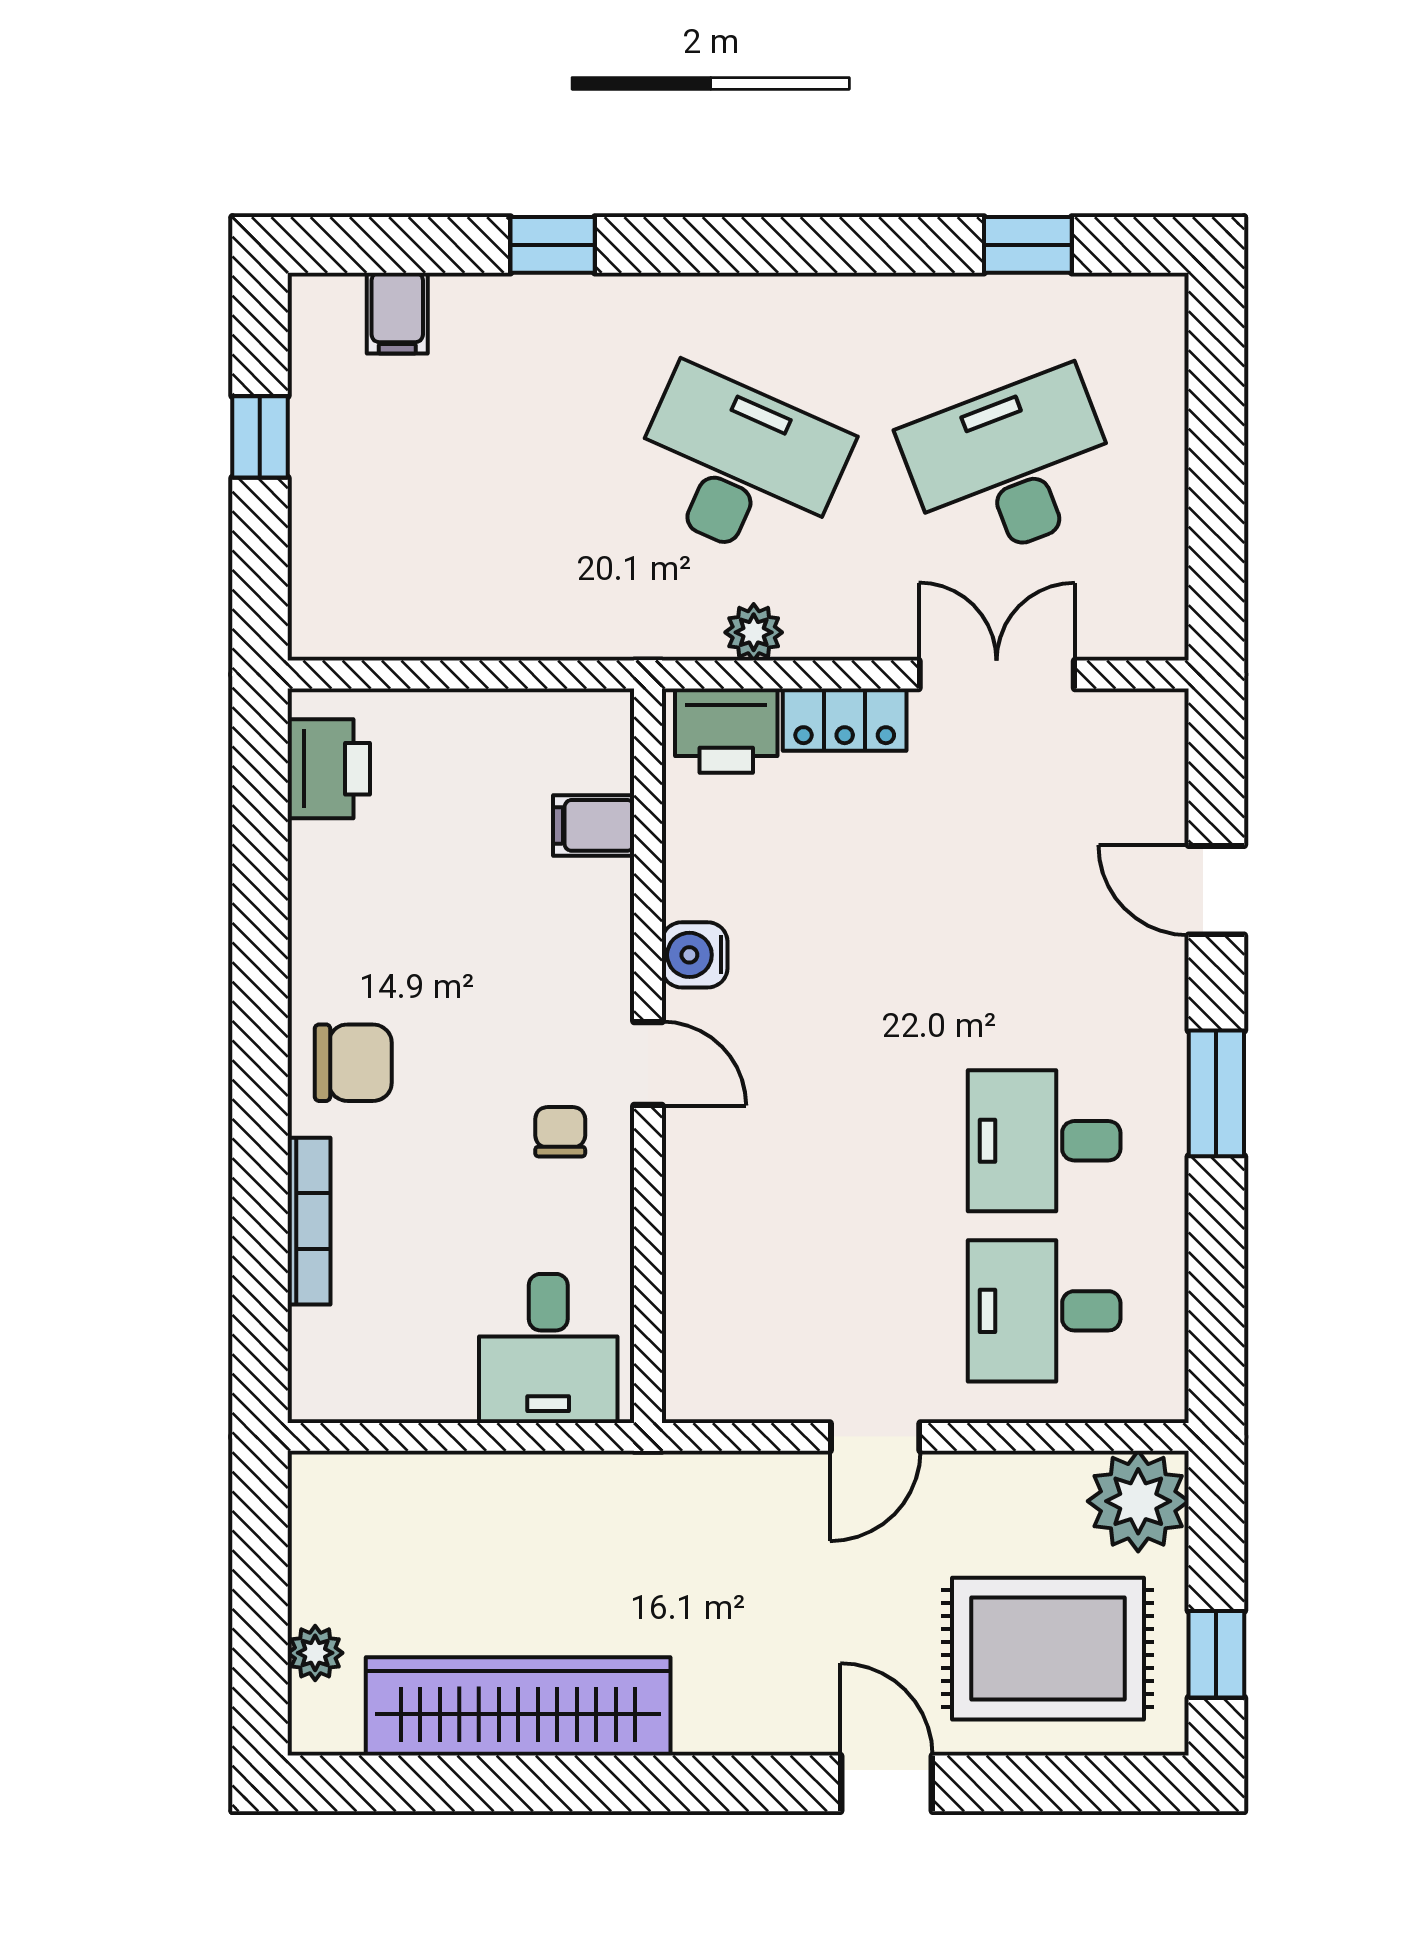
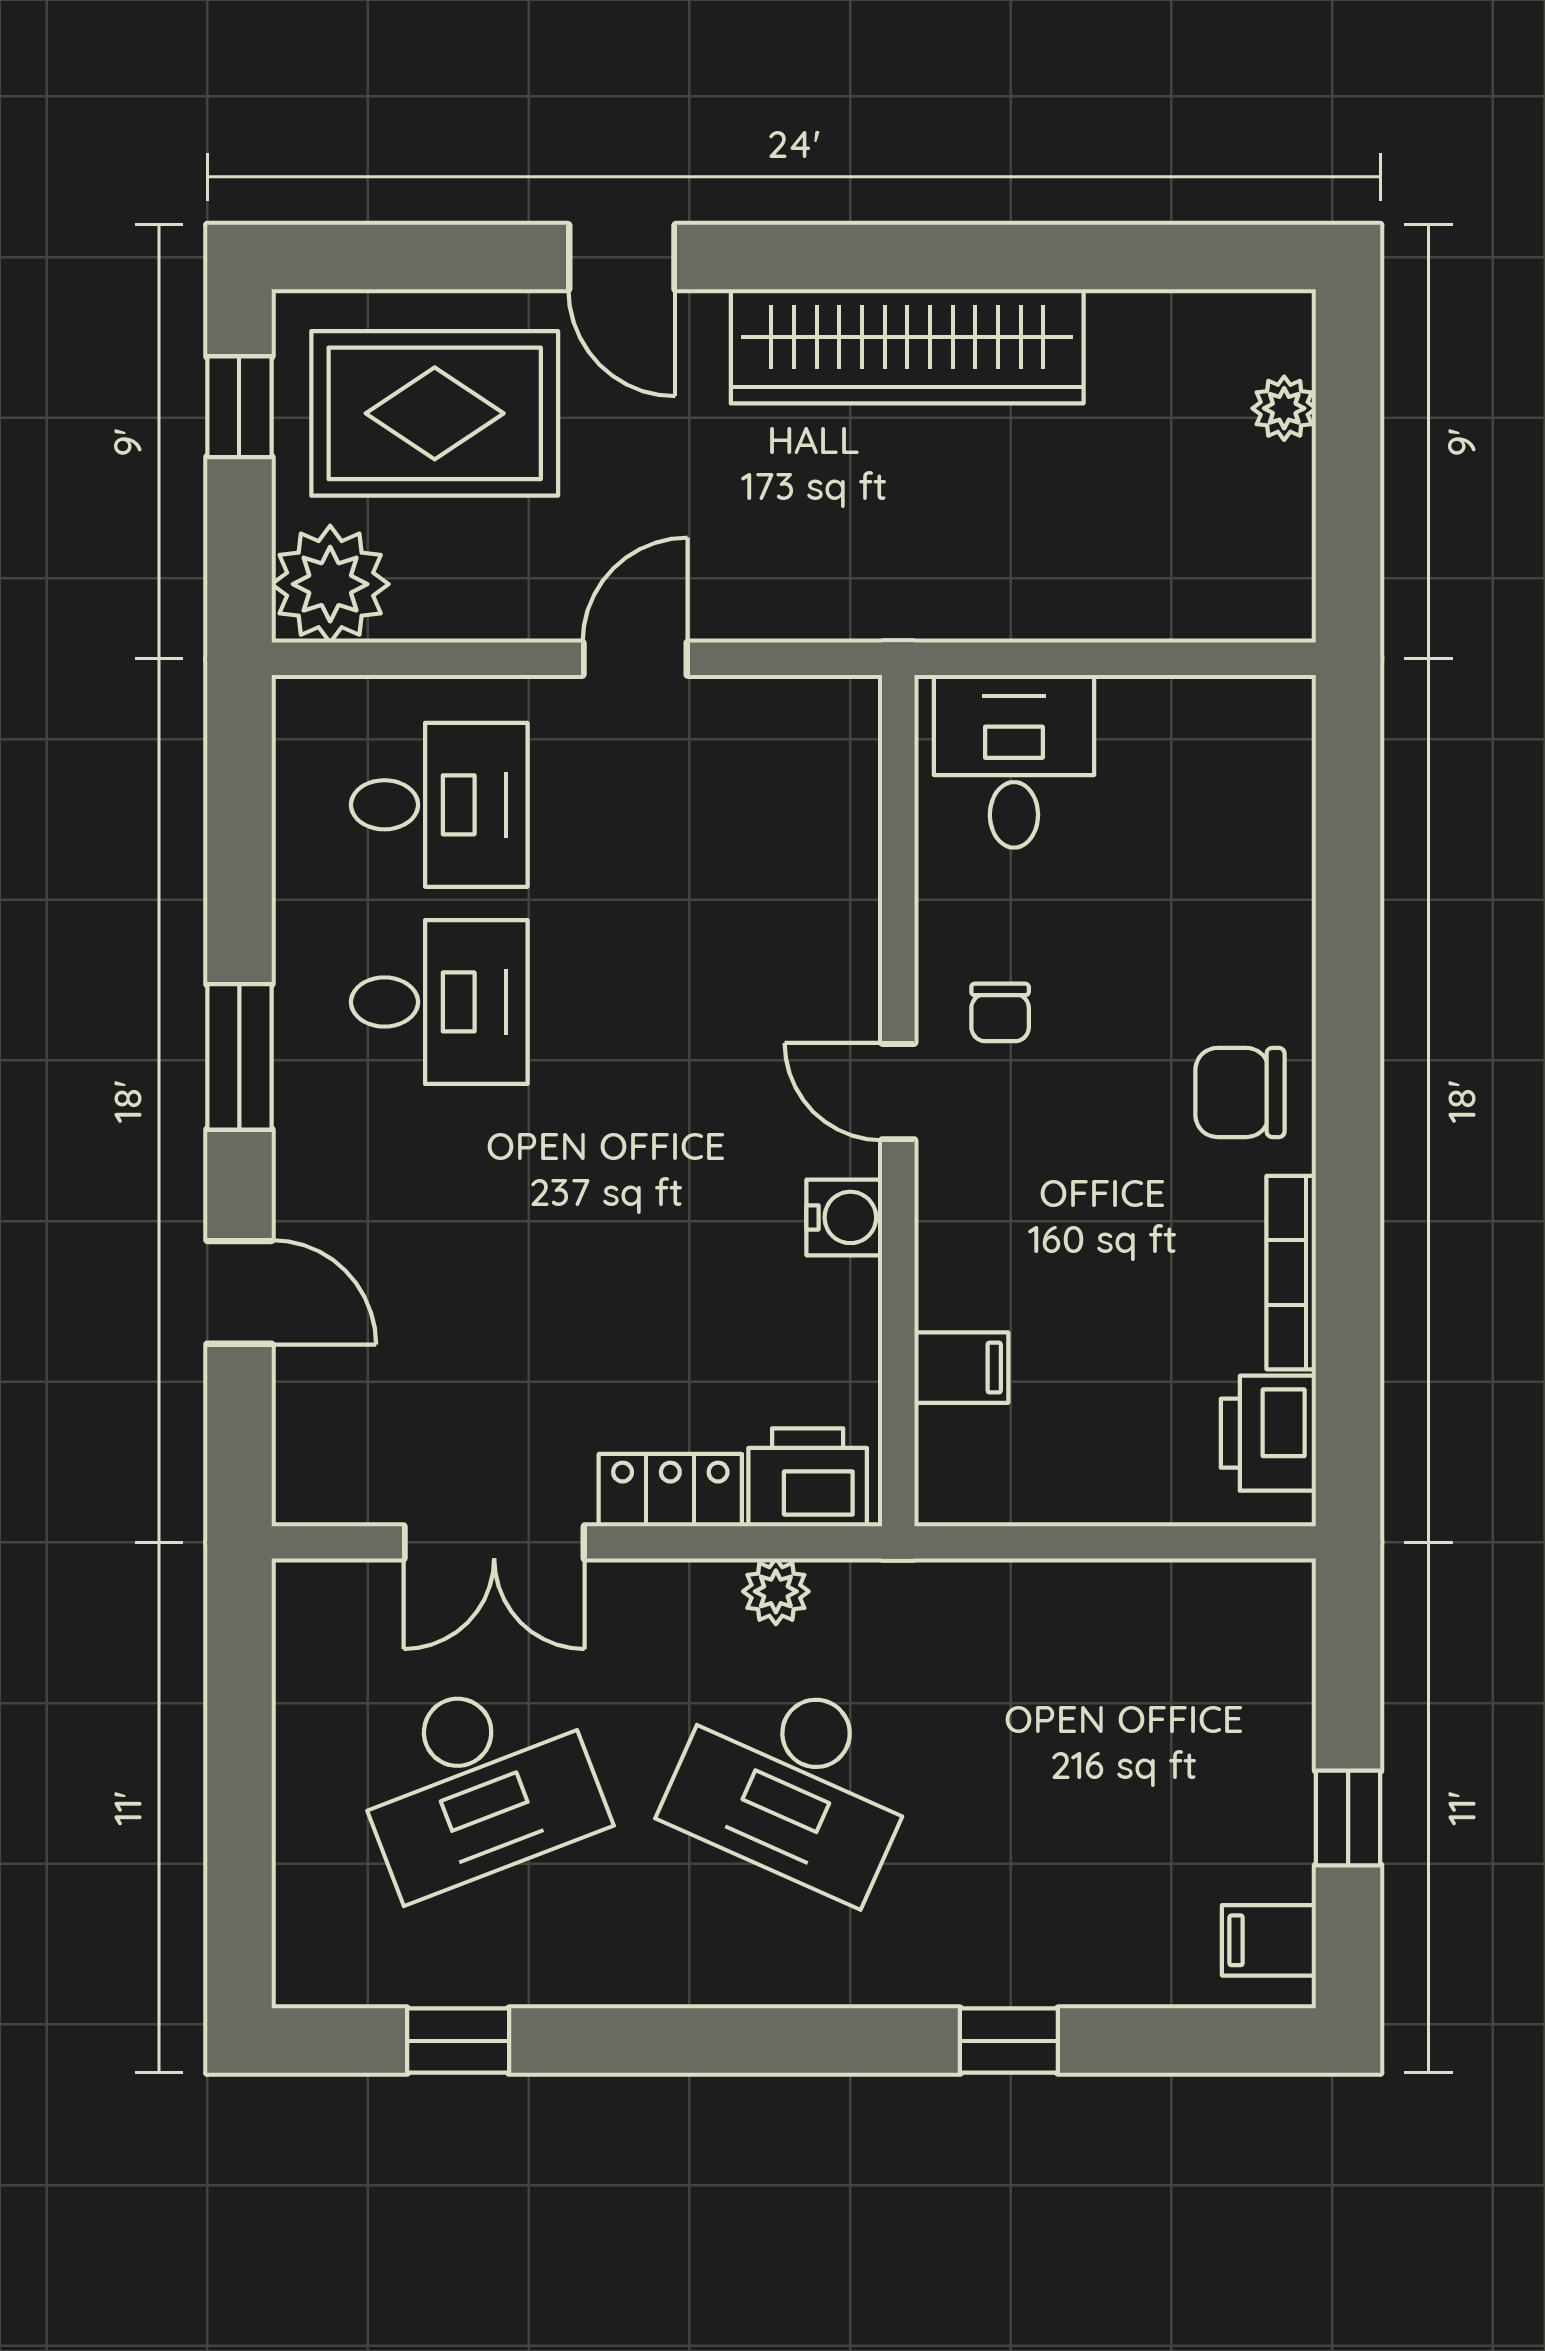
filing cabinet: (397, 313) -> (1269, 1940), moved, turned -90
bookcase: (309, 1221) -> (1291, 1273), moved
wardrobe: (518, 1706) -> (907, 346), moved

